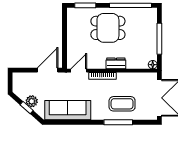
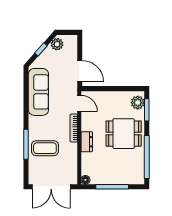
plant: (78, 14) -> (138, 103), added
dining table: (108, 28) -> (124, 134), turned 90
plant: (32, 101) -> (57, 44), moved
coffee table: (122, 104) -> (45, 148), turned 90

